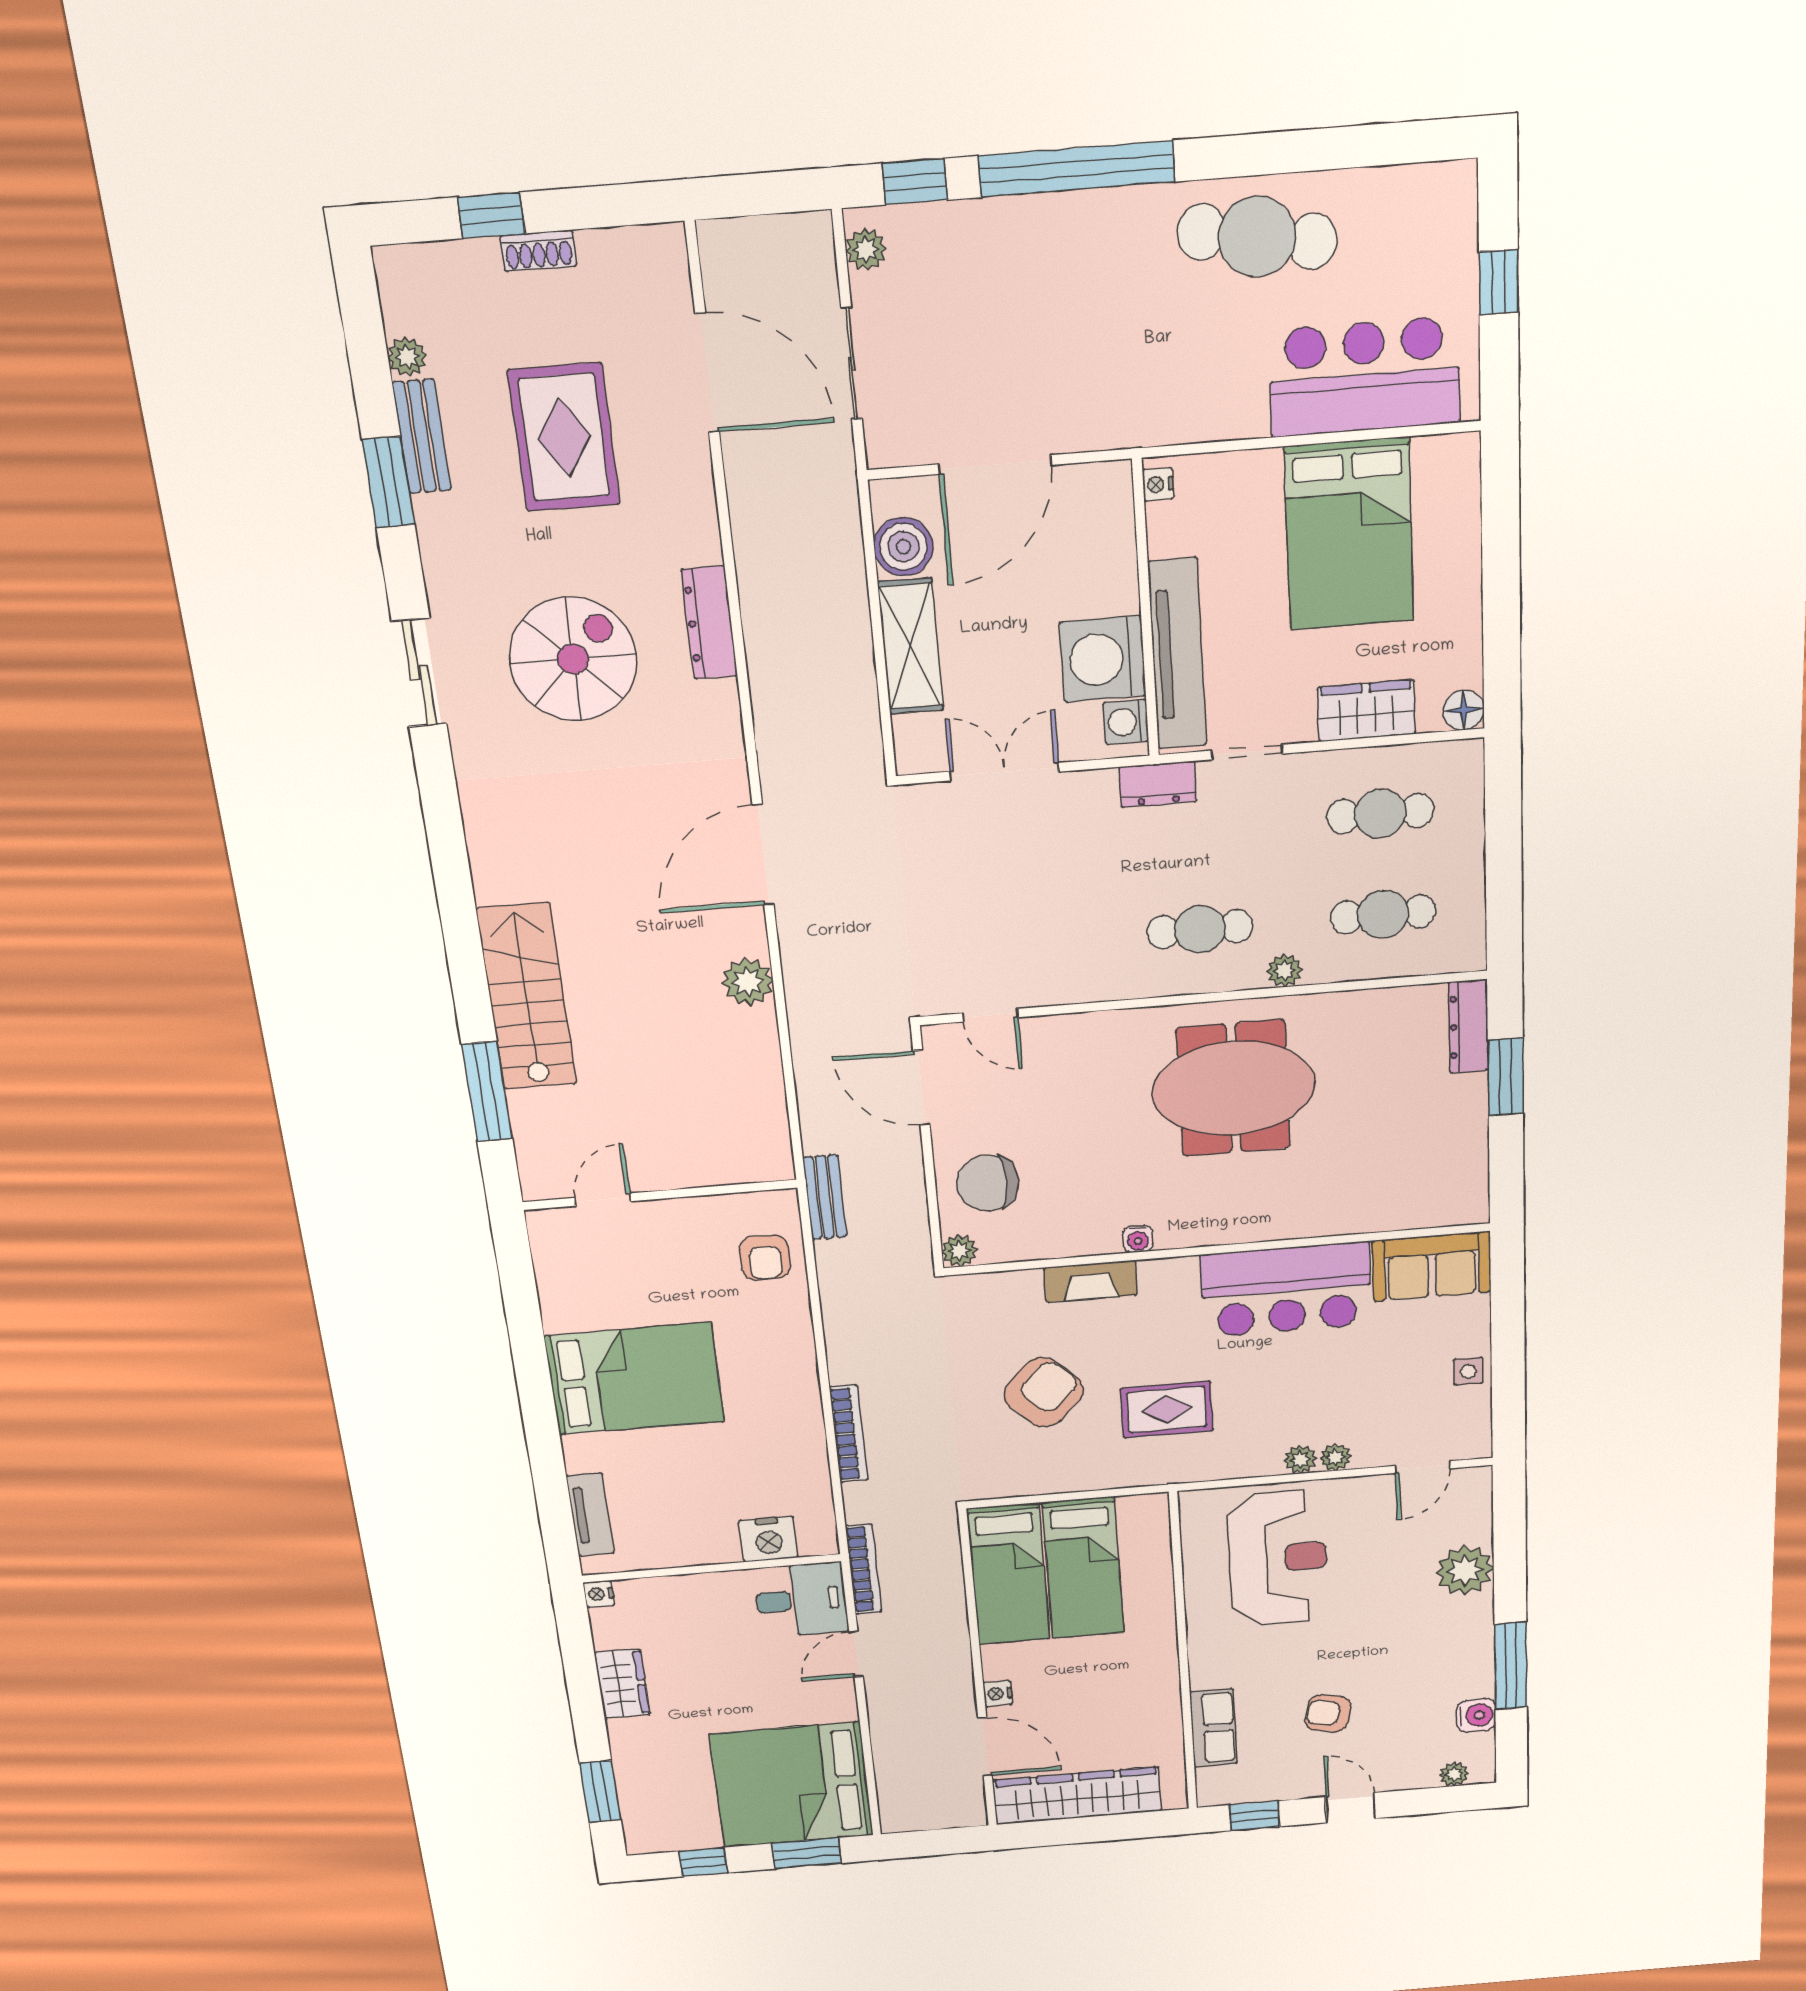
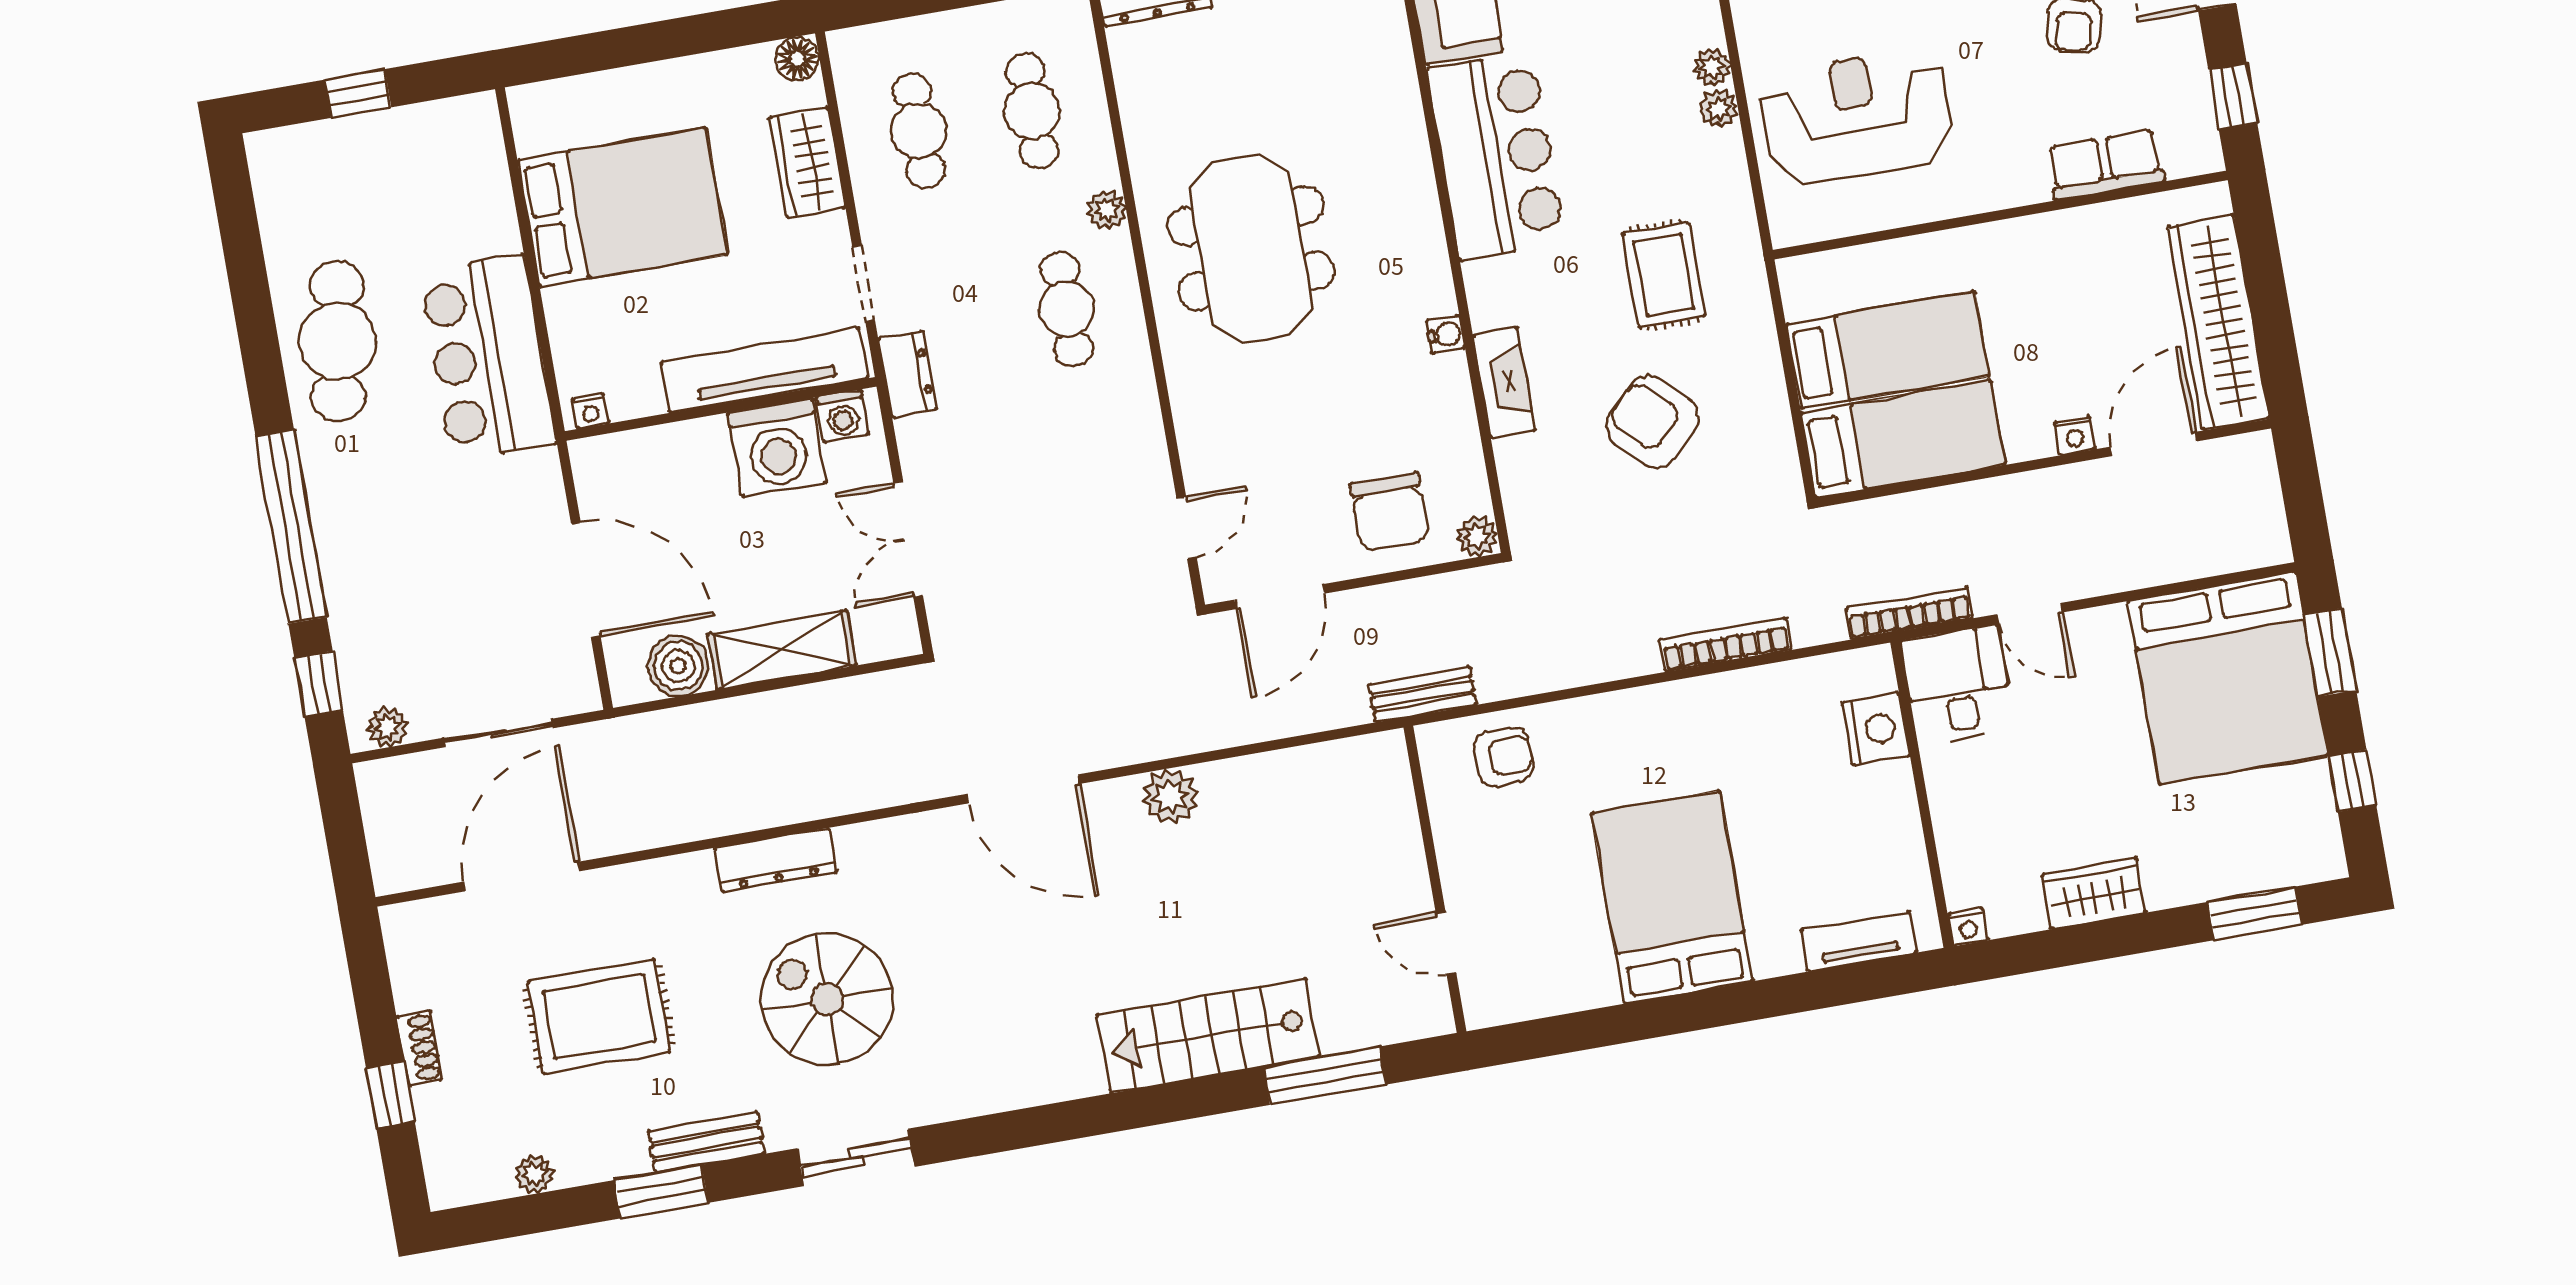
bar counter: (1365, 377) -> (488, 358), moved
bench: (422, 436) -> (706, 1142), moved

